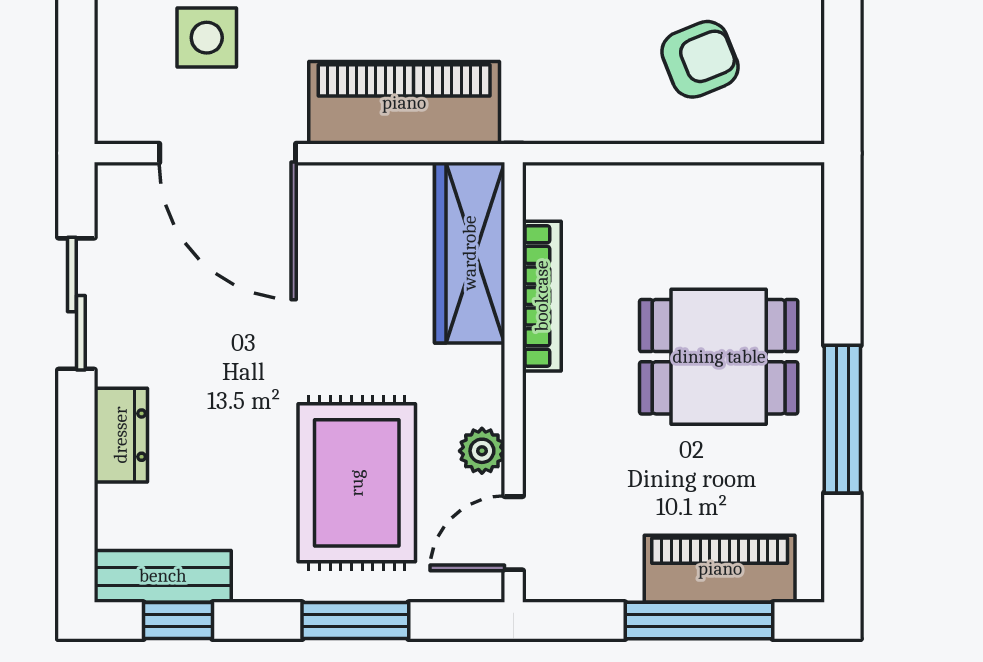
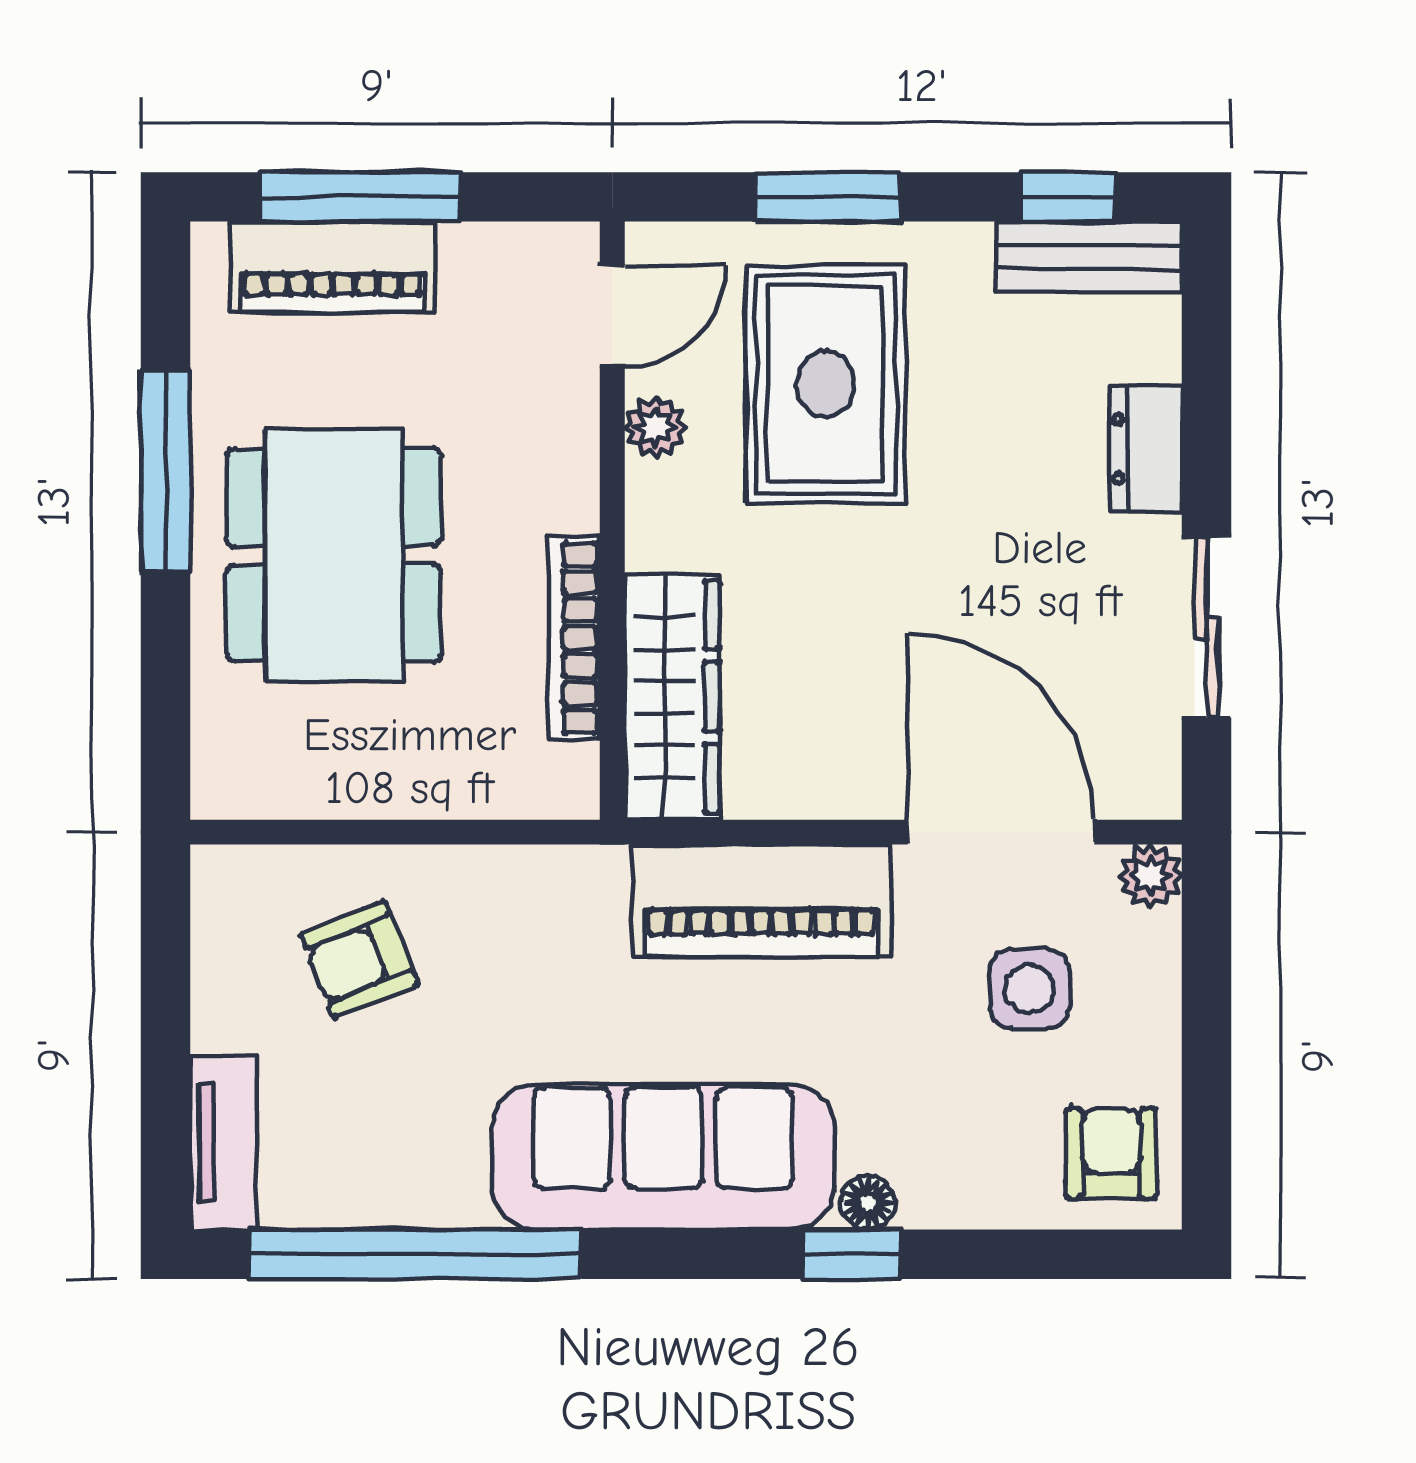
plant: (118, 121) -> (1151, 876), added
dining table: (719, 357) -> (334, 555), width x1.38

